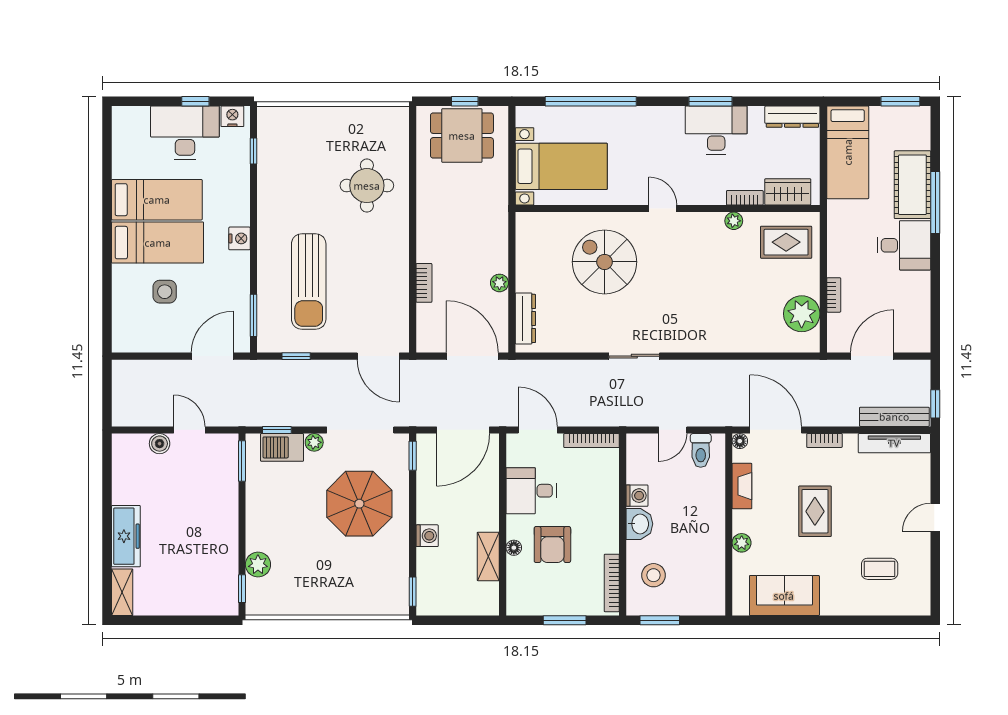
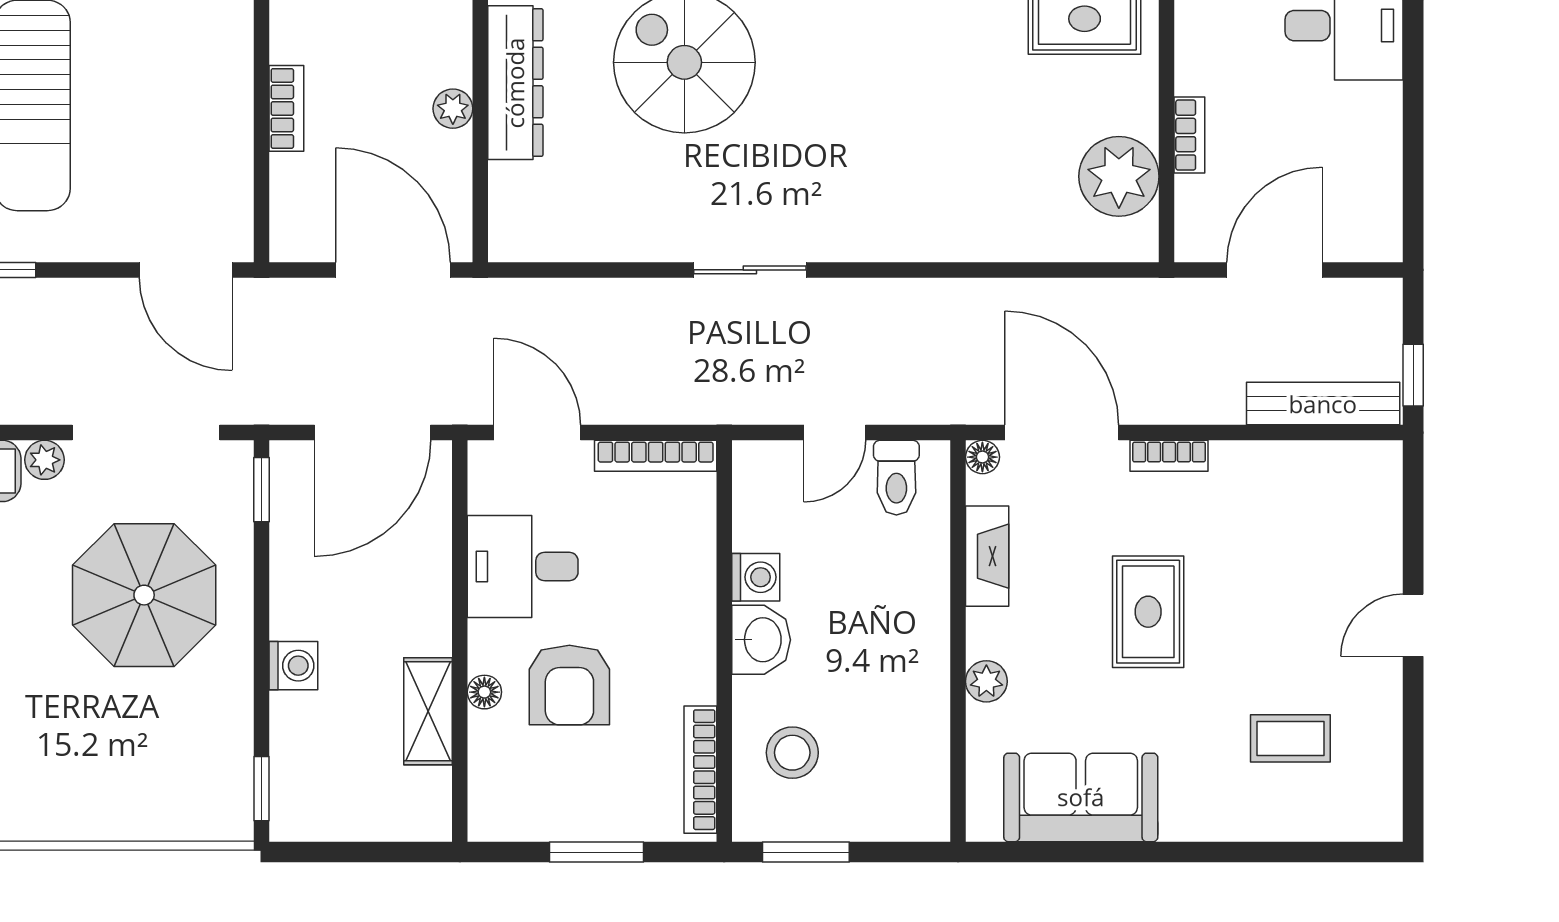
dresser: (525, 318) -> (515, 83), moved, width x1.37, depth x1.24
tv unit: (894, 443) -> (1323, 462), removed

